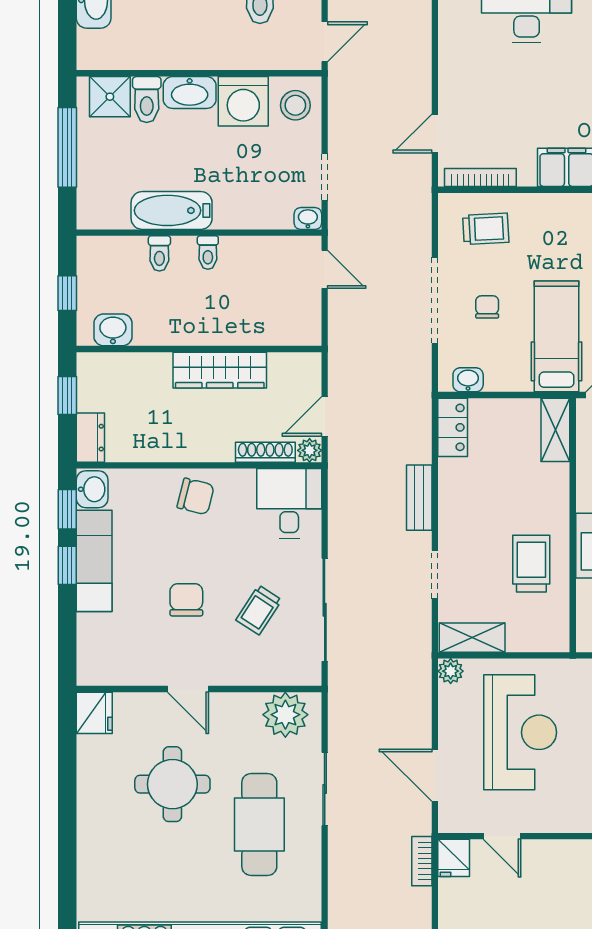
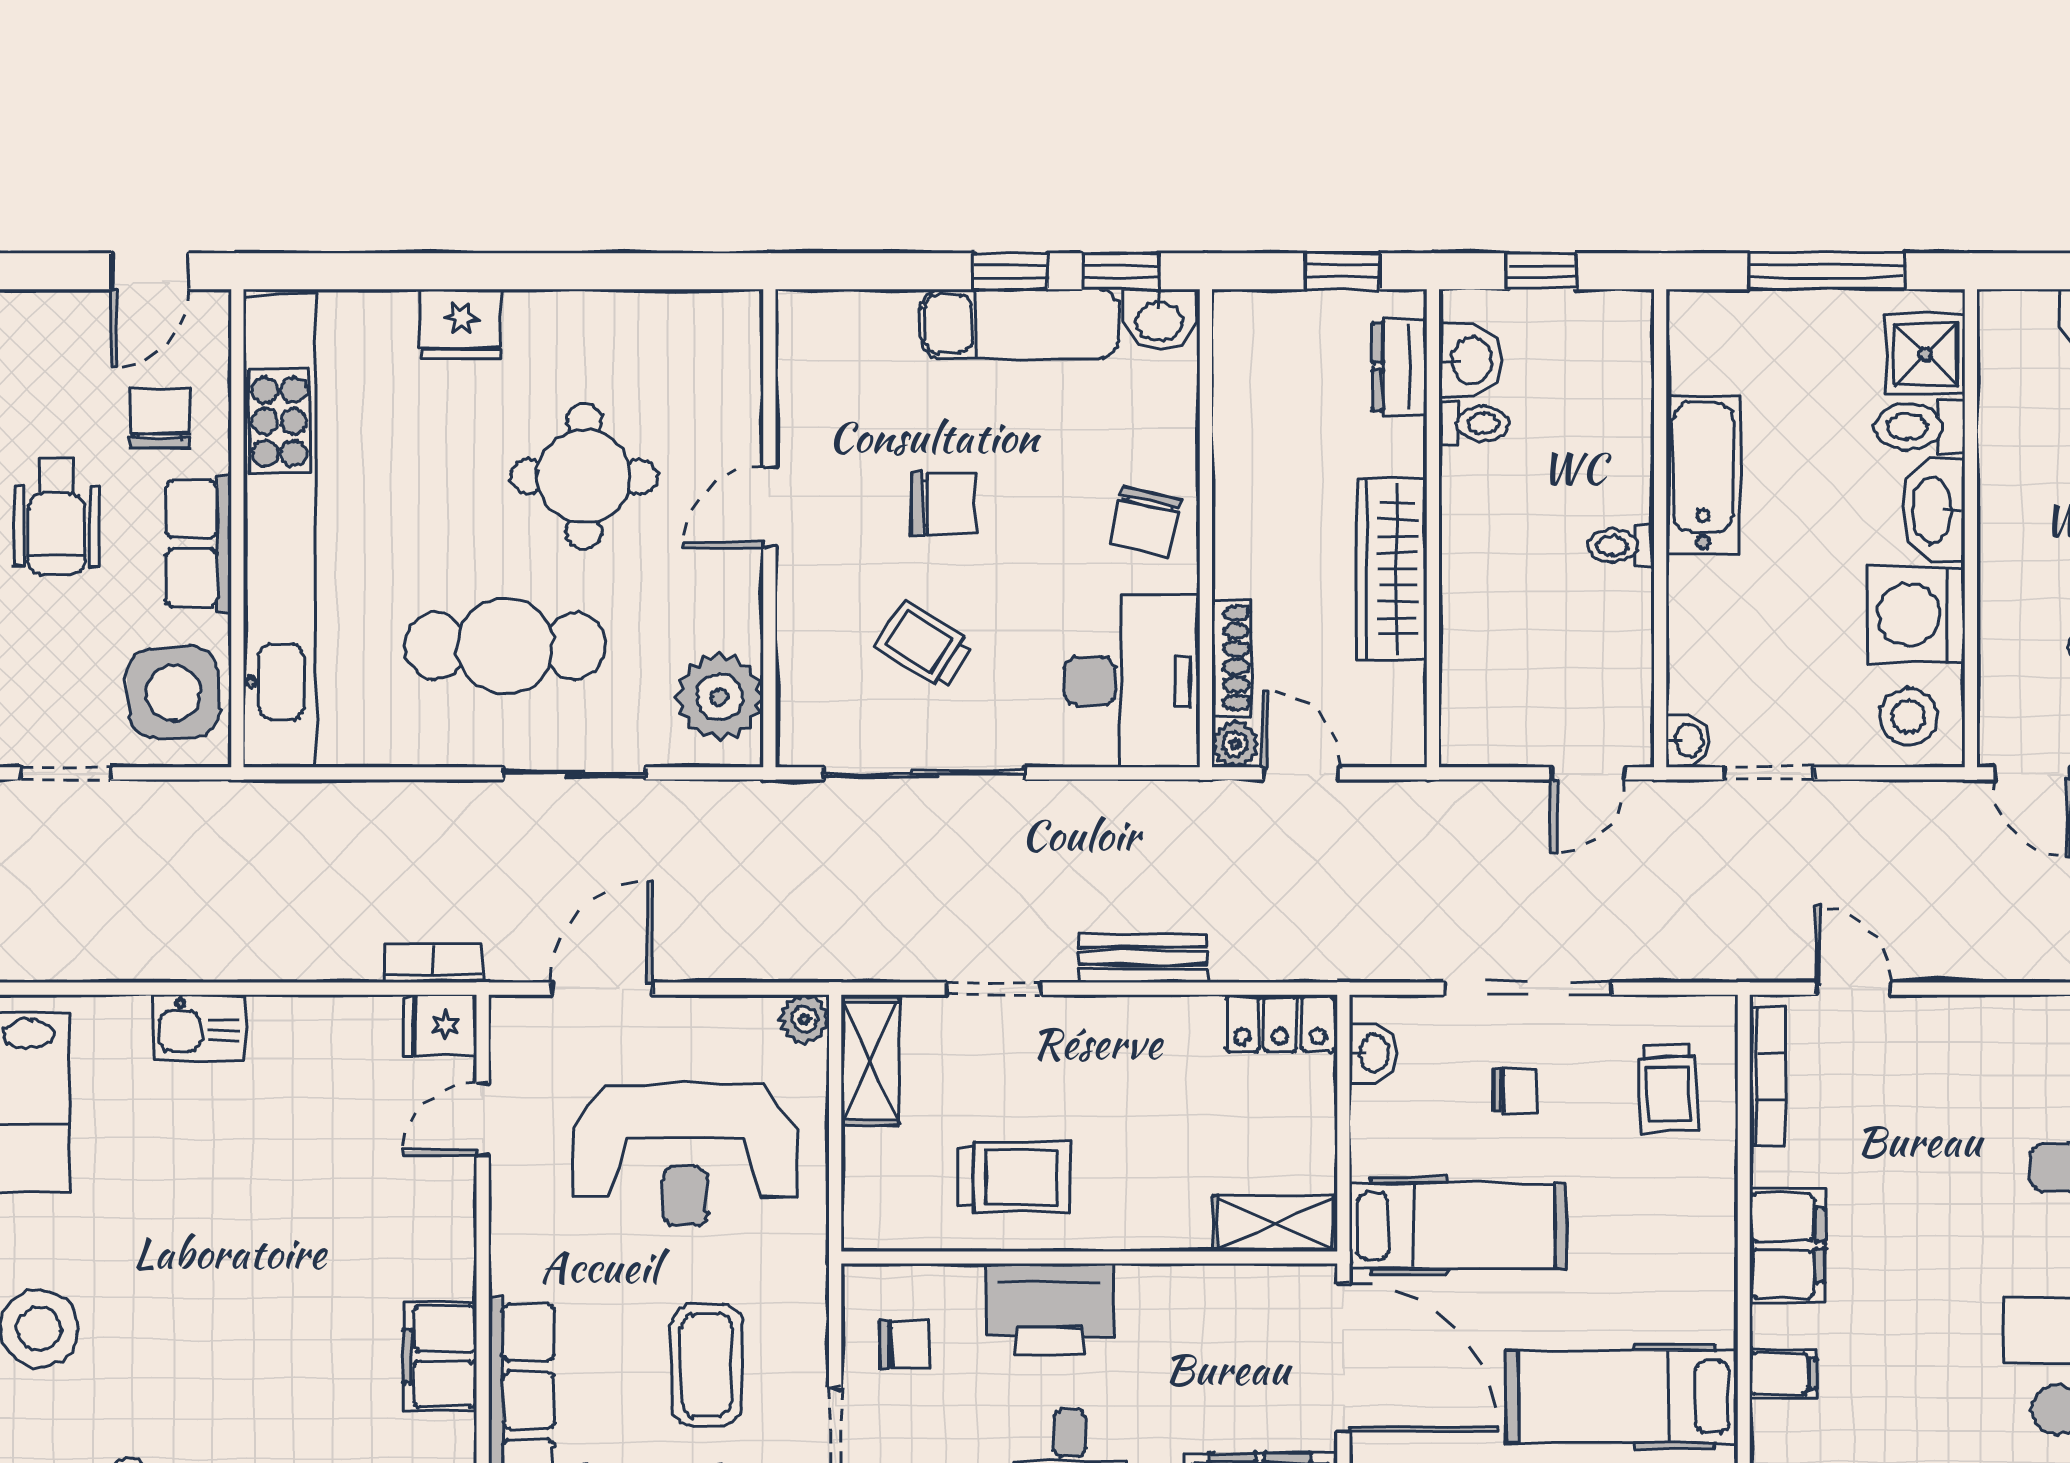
toilet: (159, 253) -> (1474, 423), moved, turned 180
dresser: (90, 438) -> (1400, 367), moved, turned 90
desk: (289, 503) -> (1132, 681), width x1.37
fridge: (94, 713) -> (461, 324), moved

